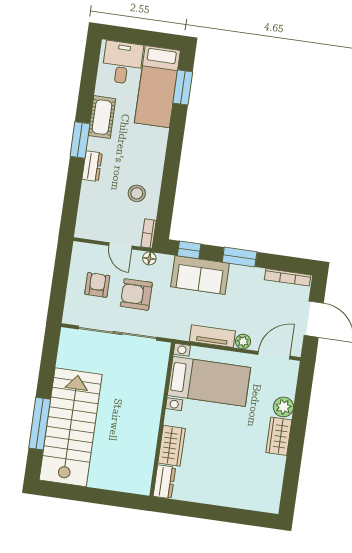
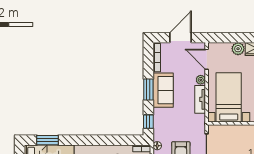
sofa: (200, 275) -> (163, 90), moved

